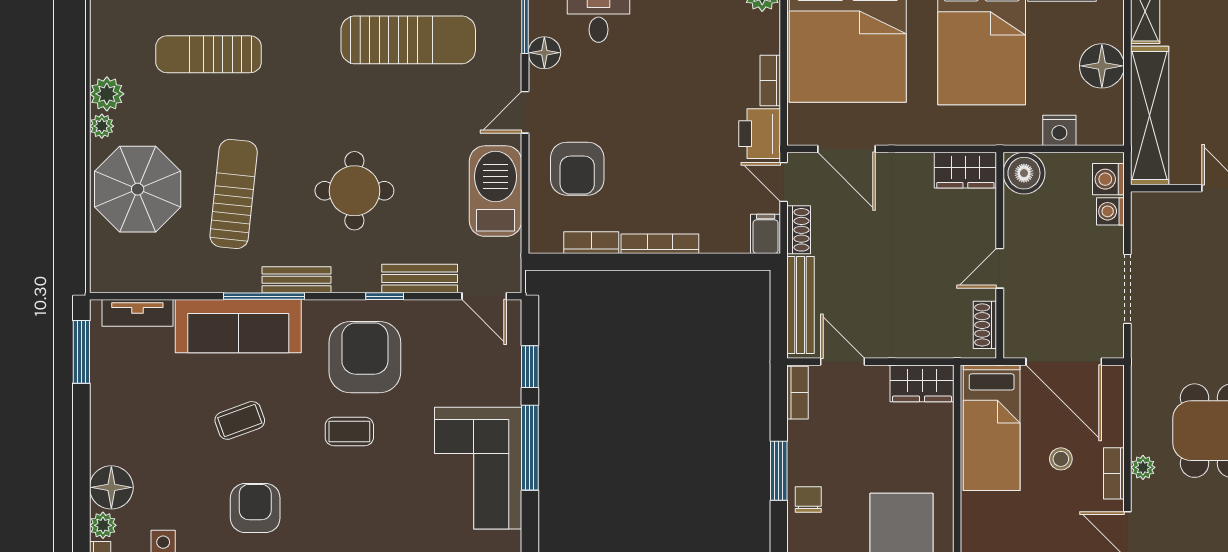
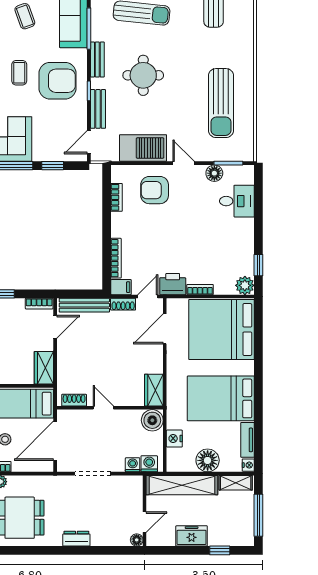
bookcase: (660, 244) -> (116, 258), moved
bench: (296, 280) -> (97, 60), moved

